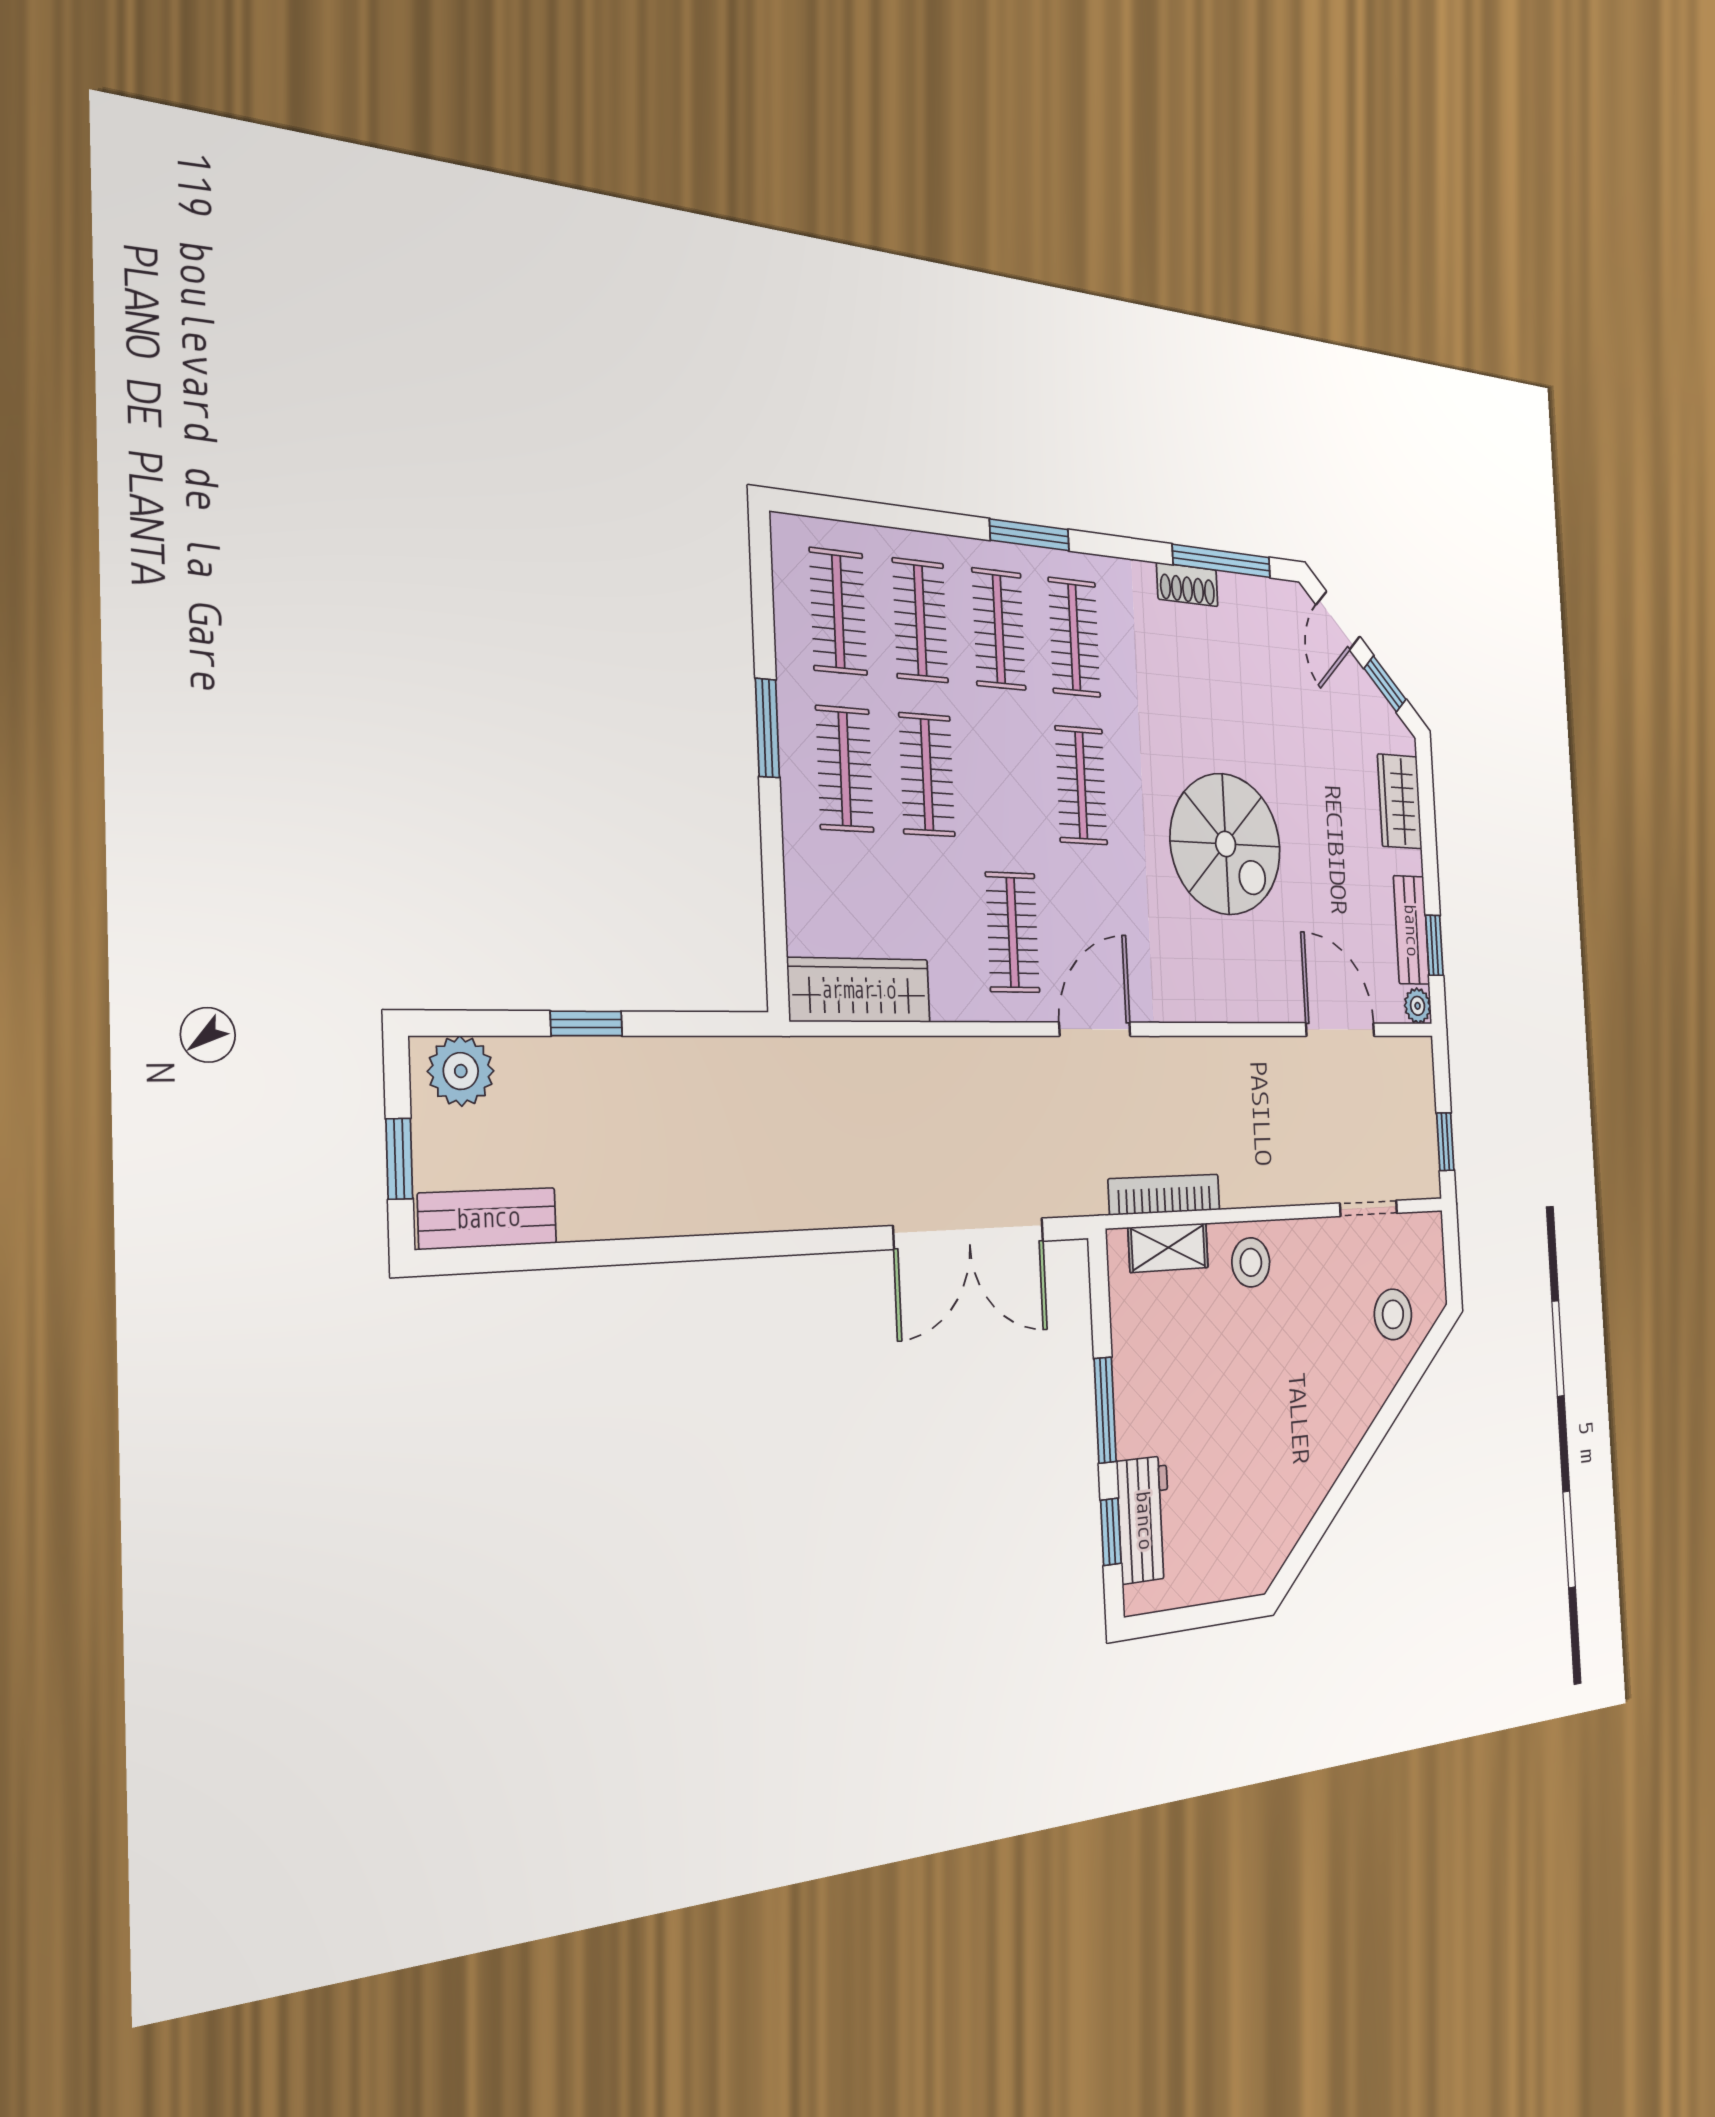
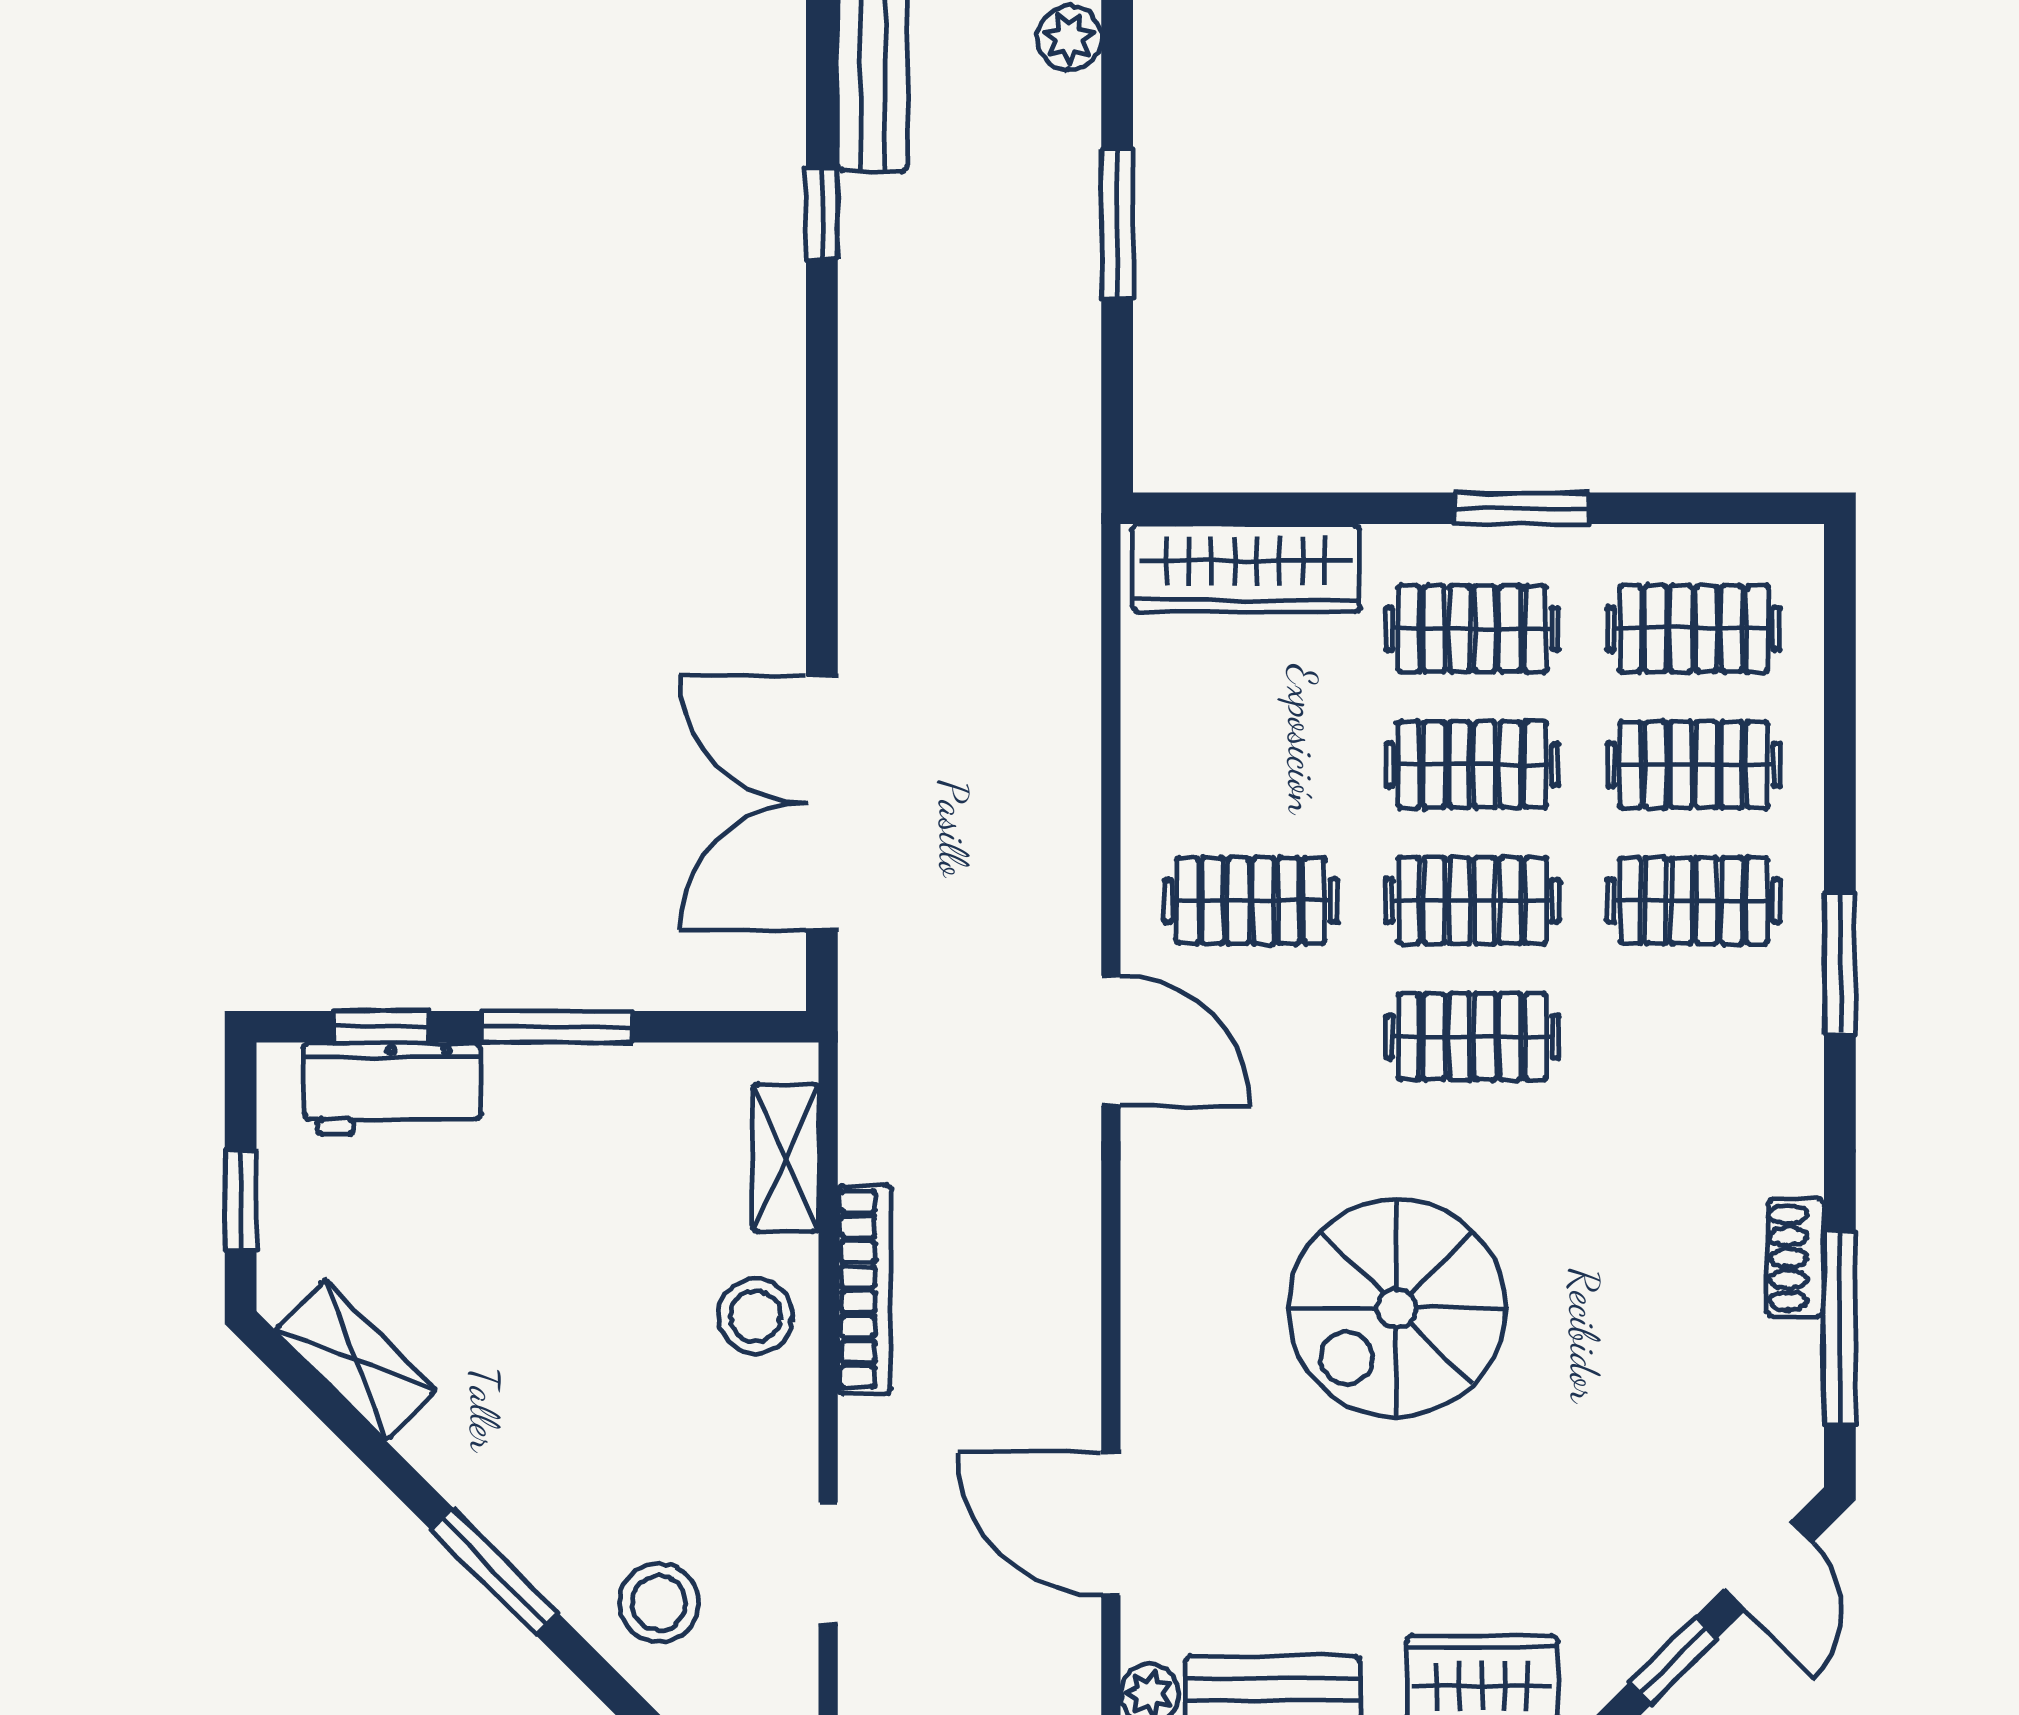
door: (1338, 621) -> (1768, 1565), swing flipped
clothes rail: (1074, 637) -> (1472, 901), moved
wardrobe: (859, 990) -> (1246, 568), moved, turned 90
window: (586, 1024) -> (1117, 224), width x1.50
door: (1340, 1030) -> (1111, 1523), swing flipped
plant: (461, 1071) -> (1069, 38), width x0.73, depth x0.73
bookcase: (1164, 1195) -> (864, 1289), moved
window: (587, 1254) -> (822, 214), added
window: (1384, 1421) -> (495, 1572), added
shelving: (1286, 1525) -> (356, 1360), added
window: (1209, 1615) -> (241, 1200), added

